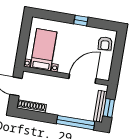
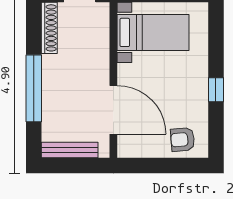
window: (109, 108) -> (70, 166), removed
window: (76, 123) -> (34, 88), moved

